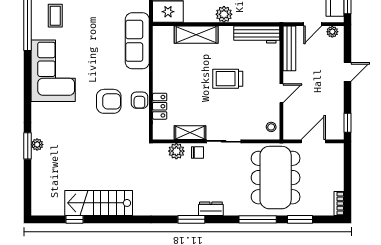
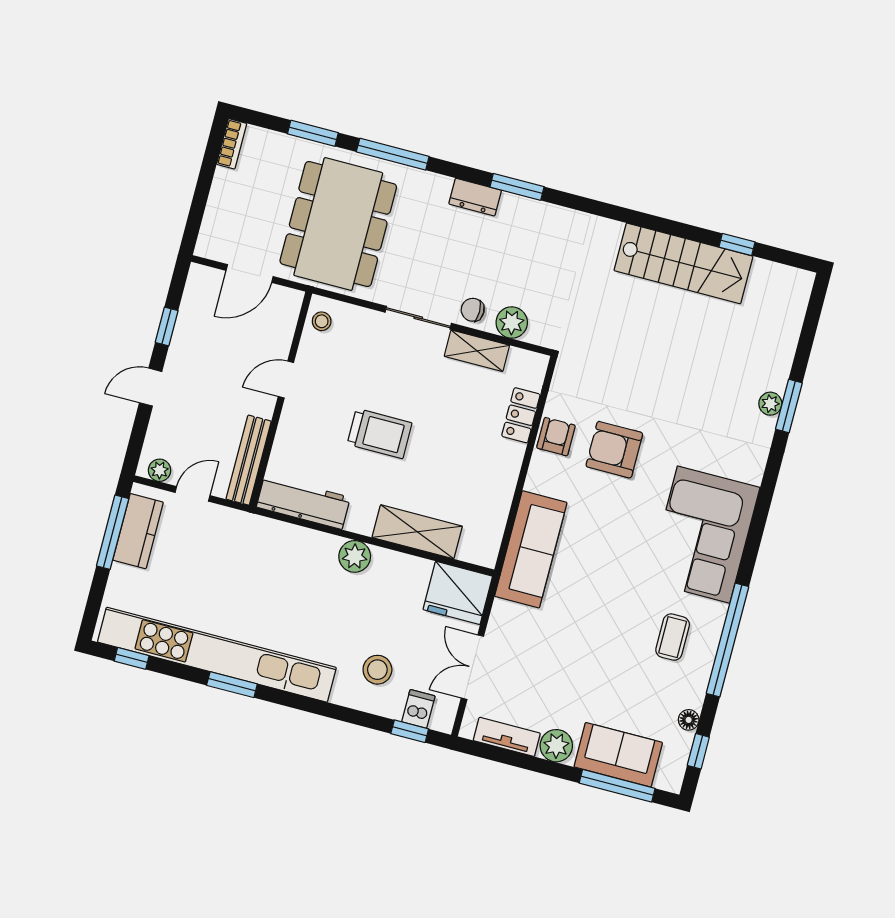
window: (348, 123) -> (167, 326), moved

